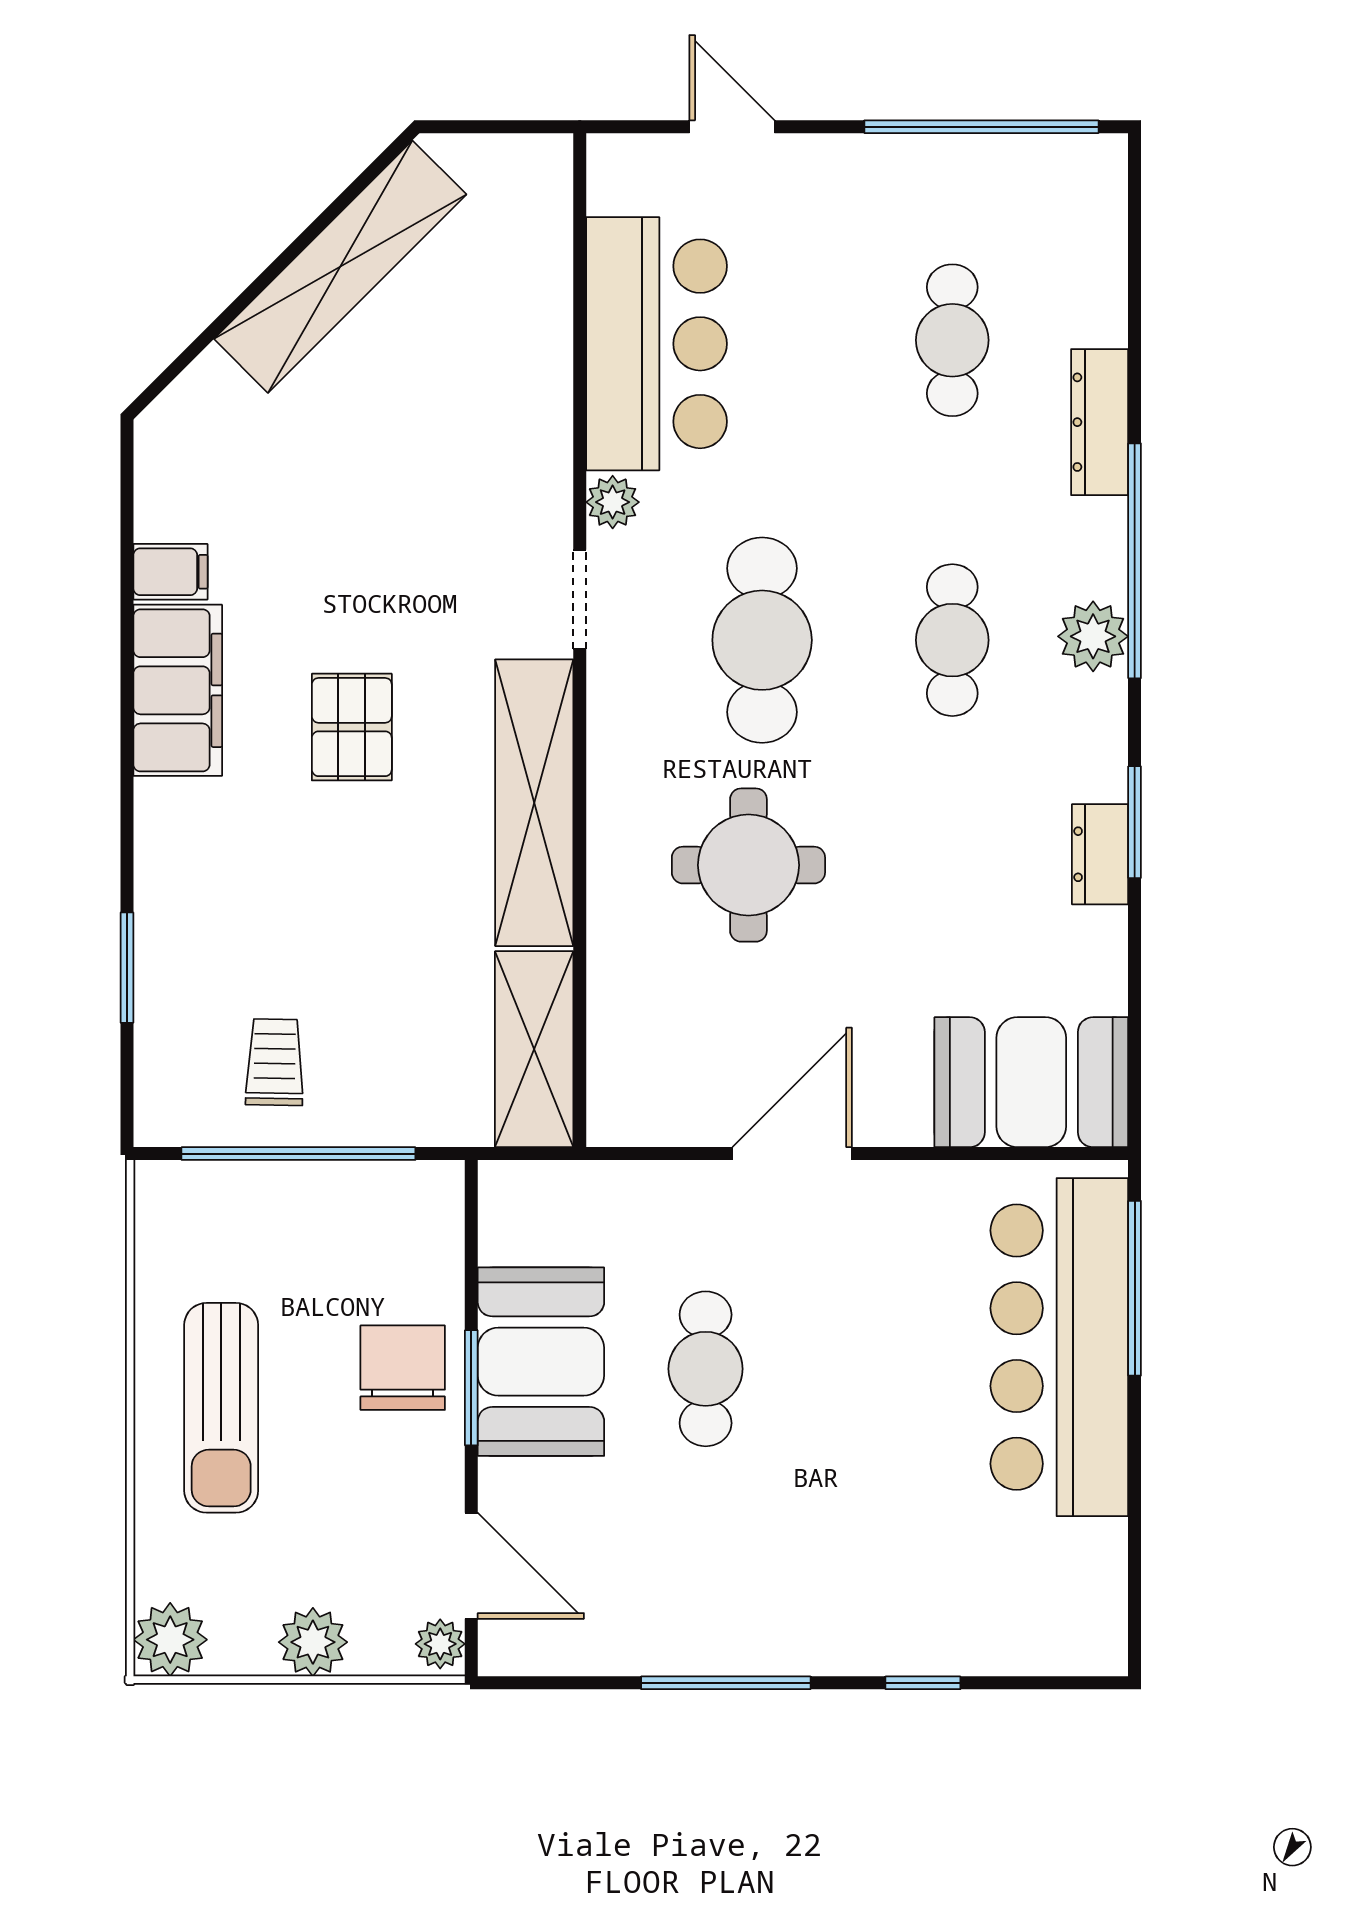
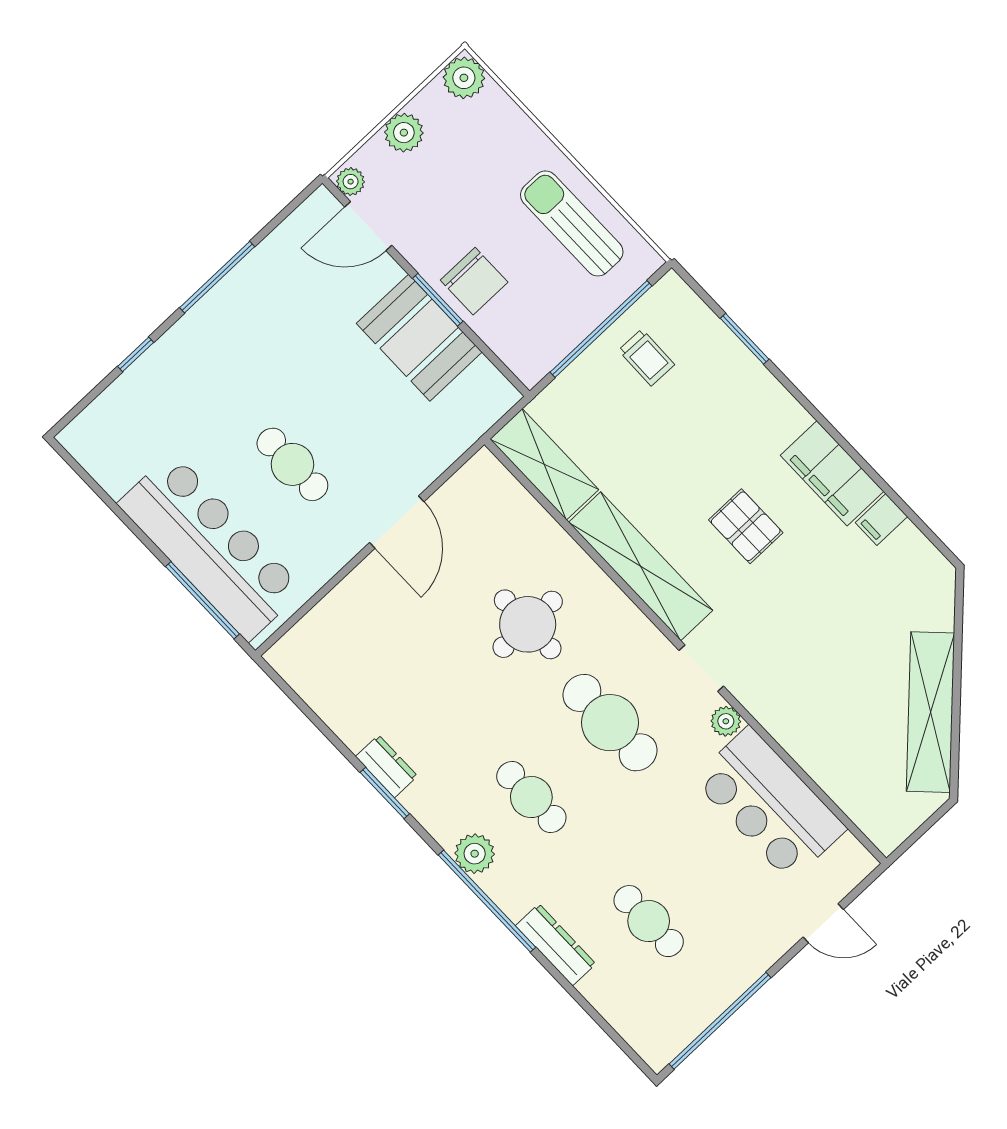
booth: (1031, 1082) -> (326, 645), removed
cafe table: (706, 1369) -> (292, 464), moved
sun lounger: (221, 1408) -> (572, 223), moved

